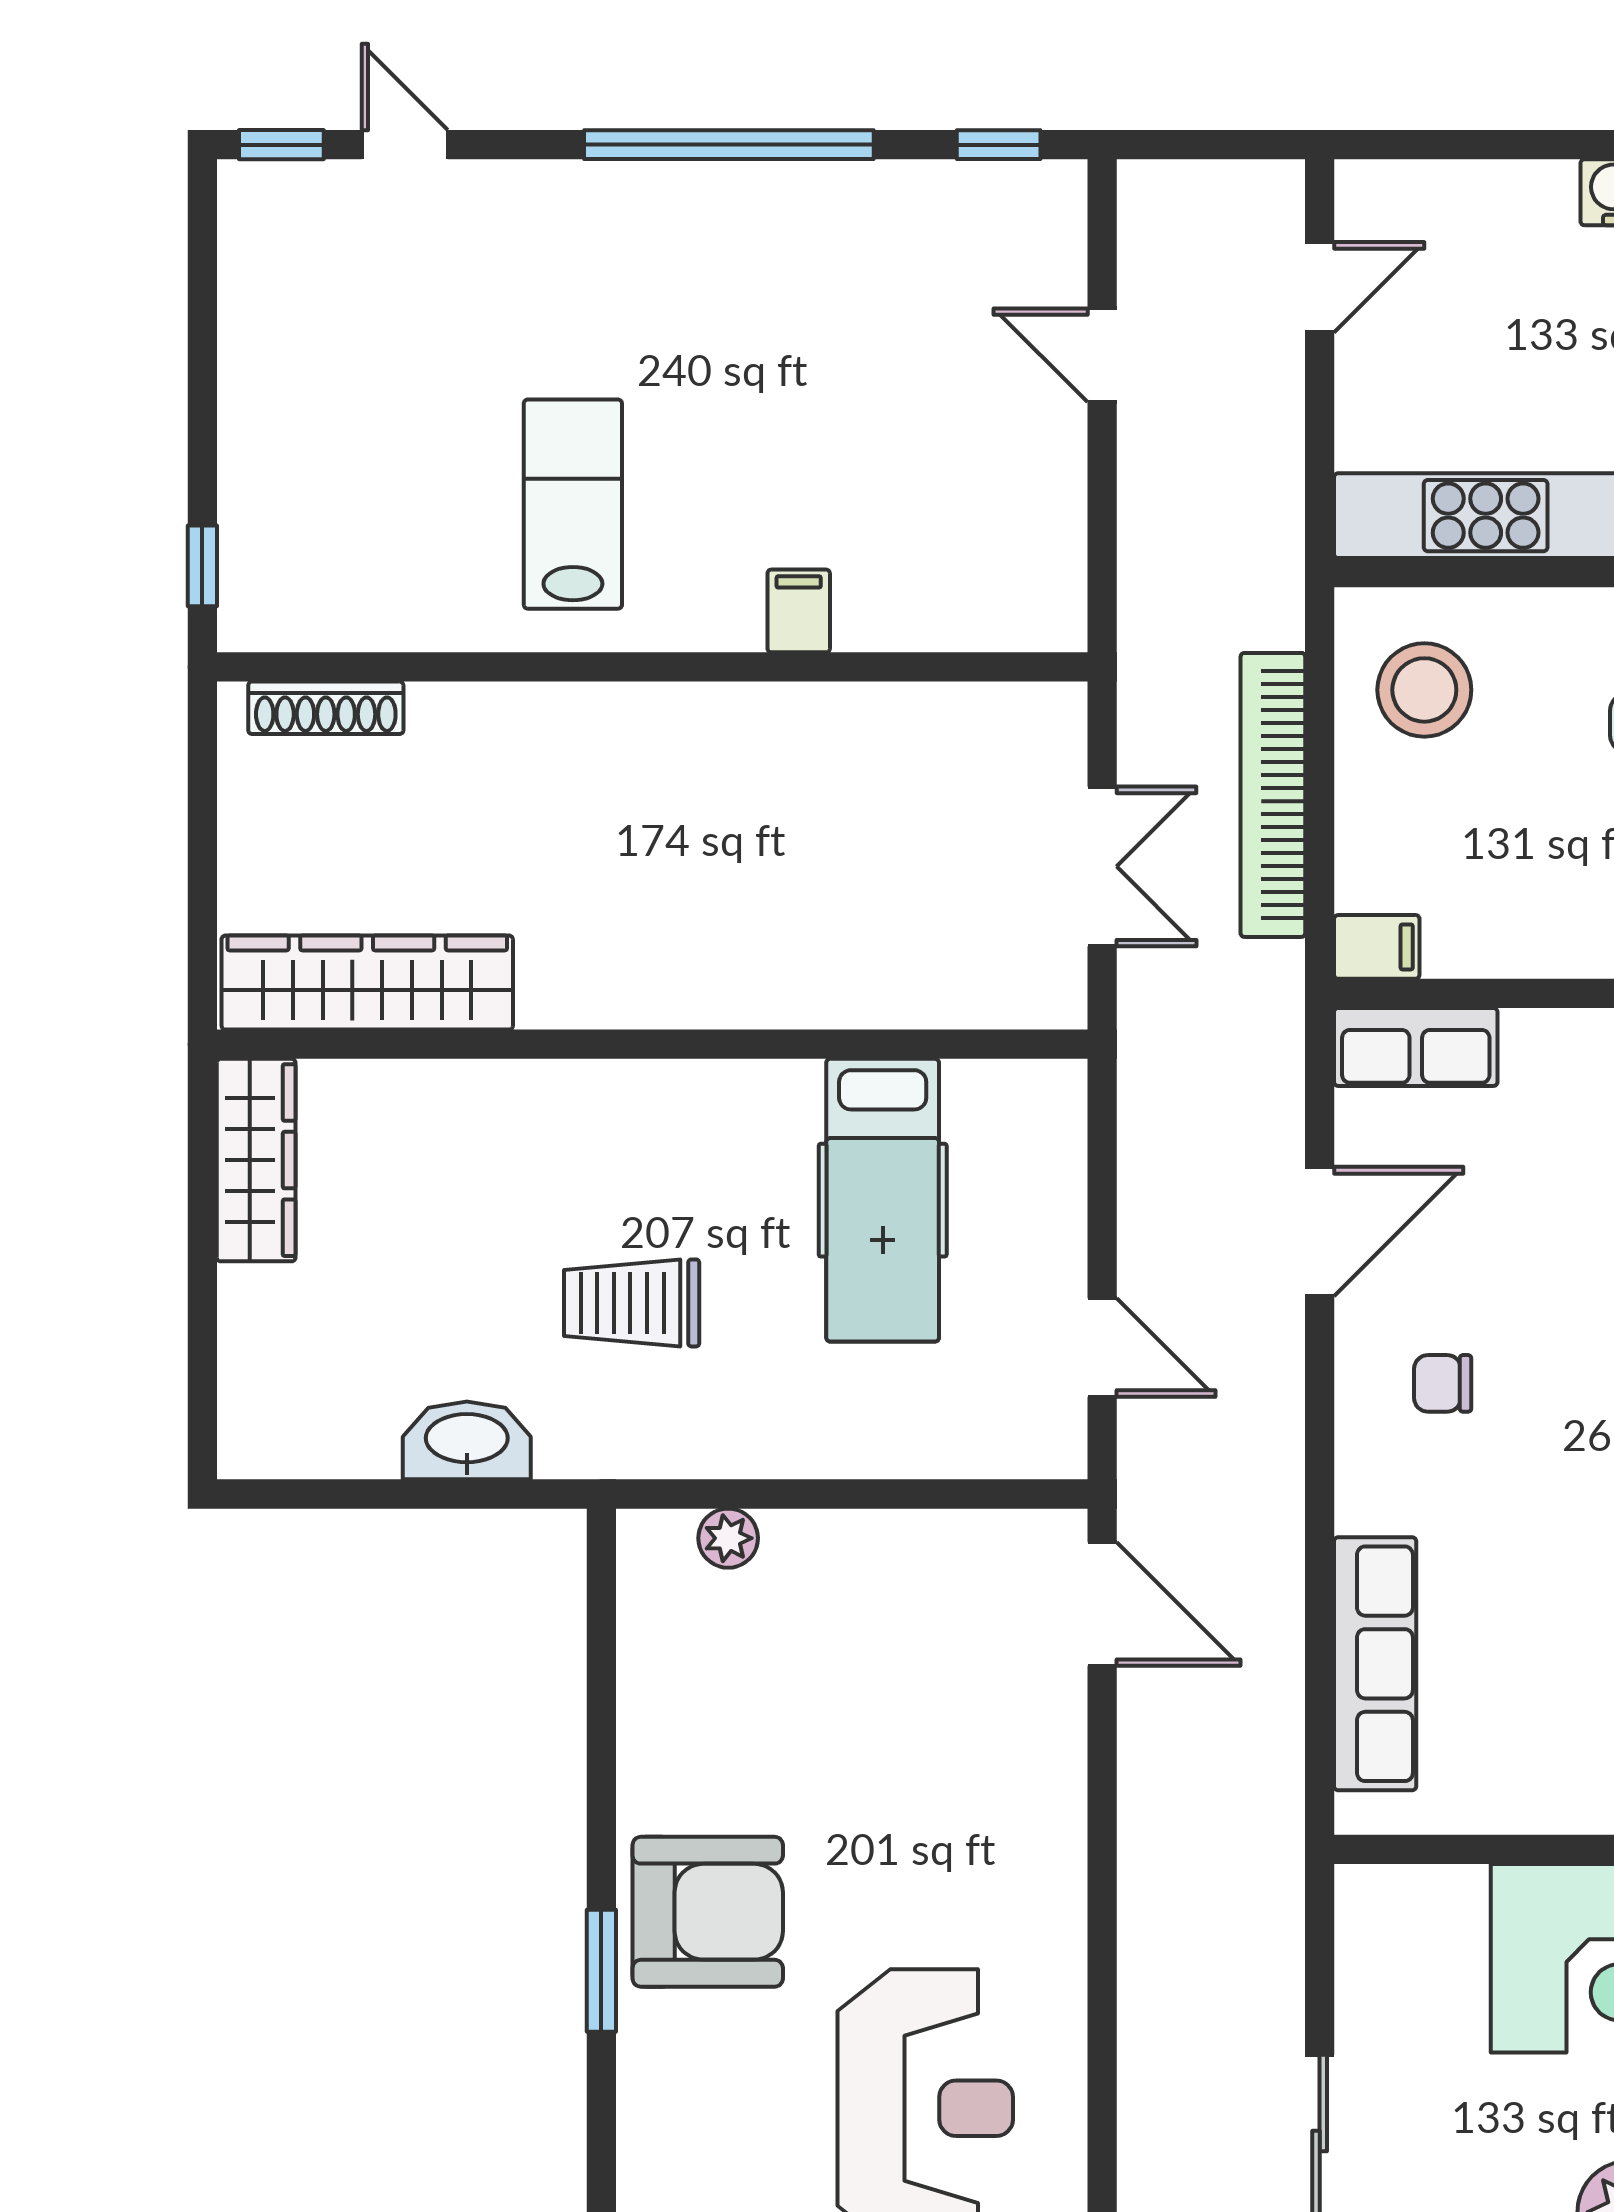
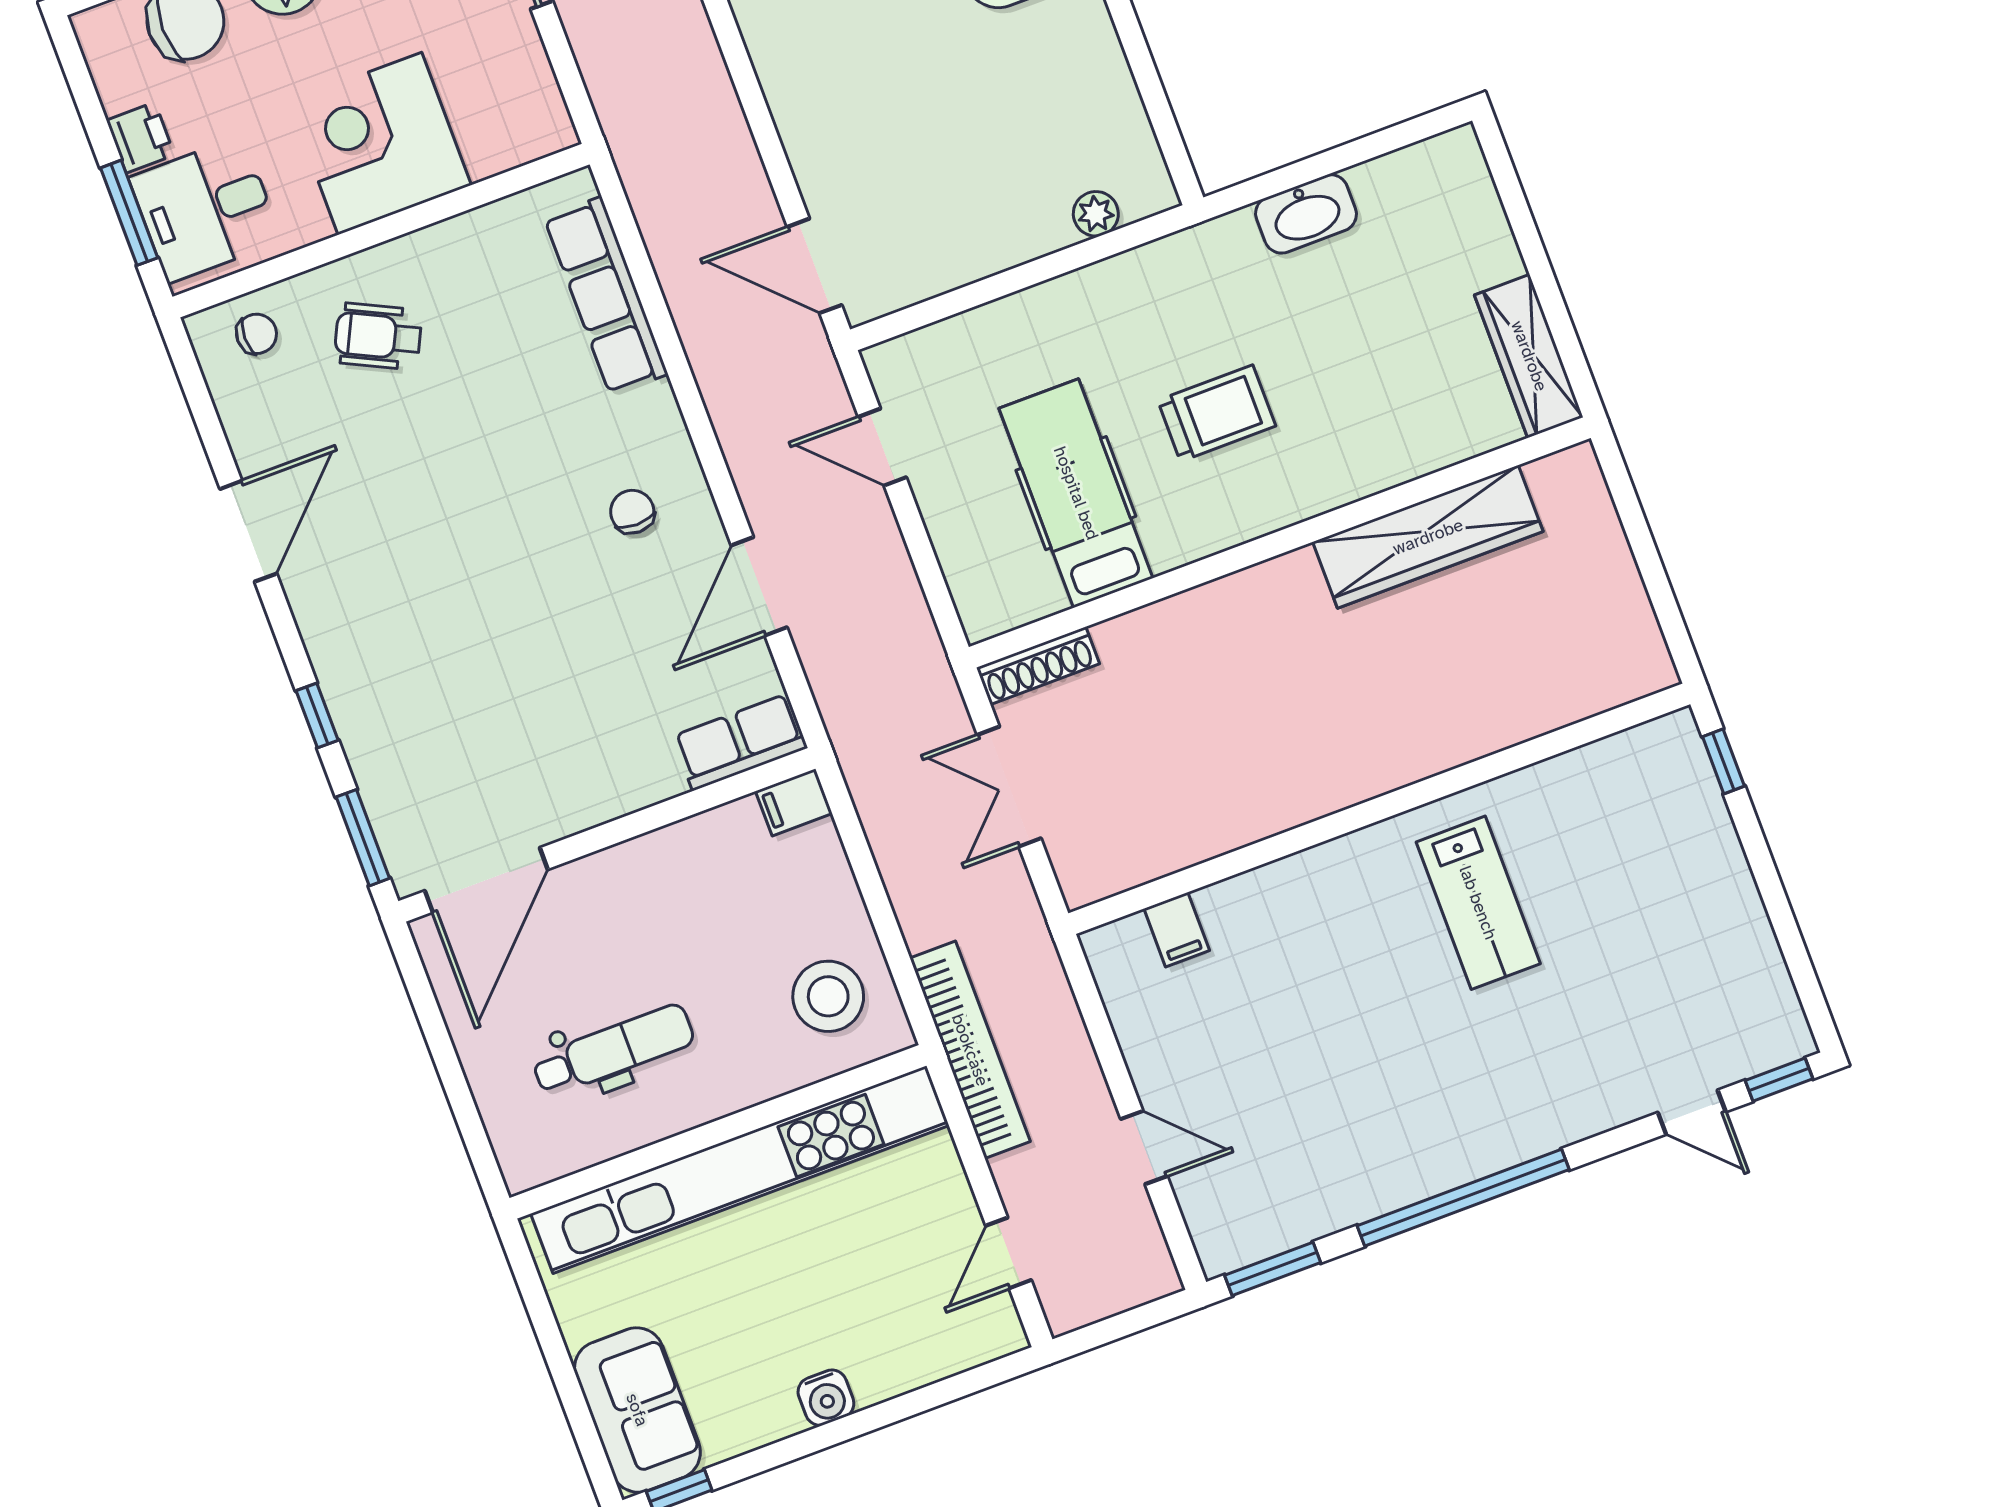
window: (999, 145) -> (1273, 1269), width x1.50
filing cabinet: (799, 611) -> (1177, 930), moved
shoe rack: (326, 708) -> (1038, 666), moved, turned 180
bookcase: (1273, 795) -> (970, 1050), moved
wardrobe: (367, 983) -> (1428, 537), moved
trolley: (632, 1303) -> (1217, 413), moved
chair: (1443, 1383) -> (632, 512), turned -90

